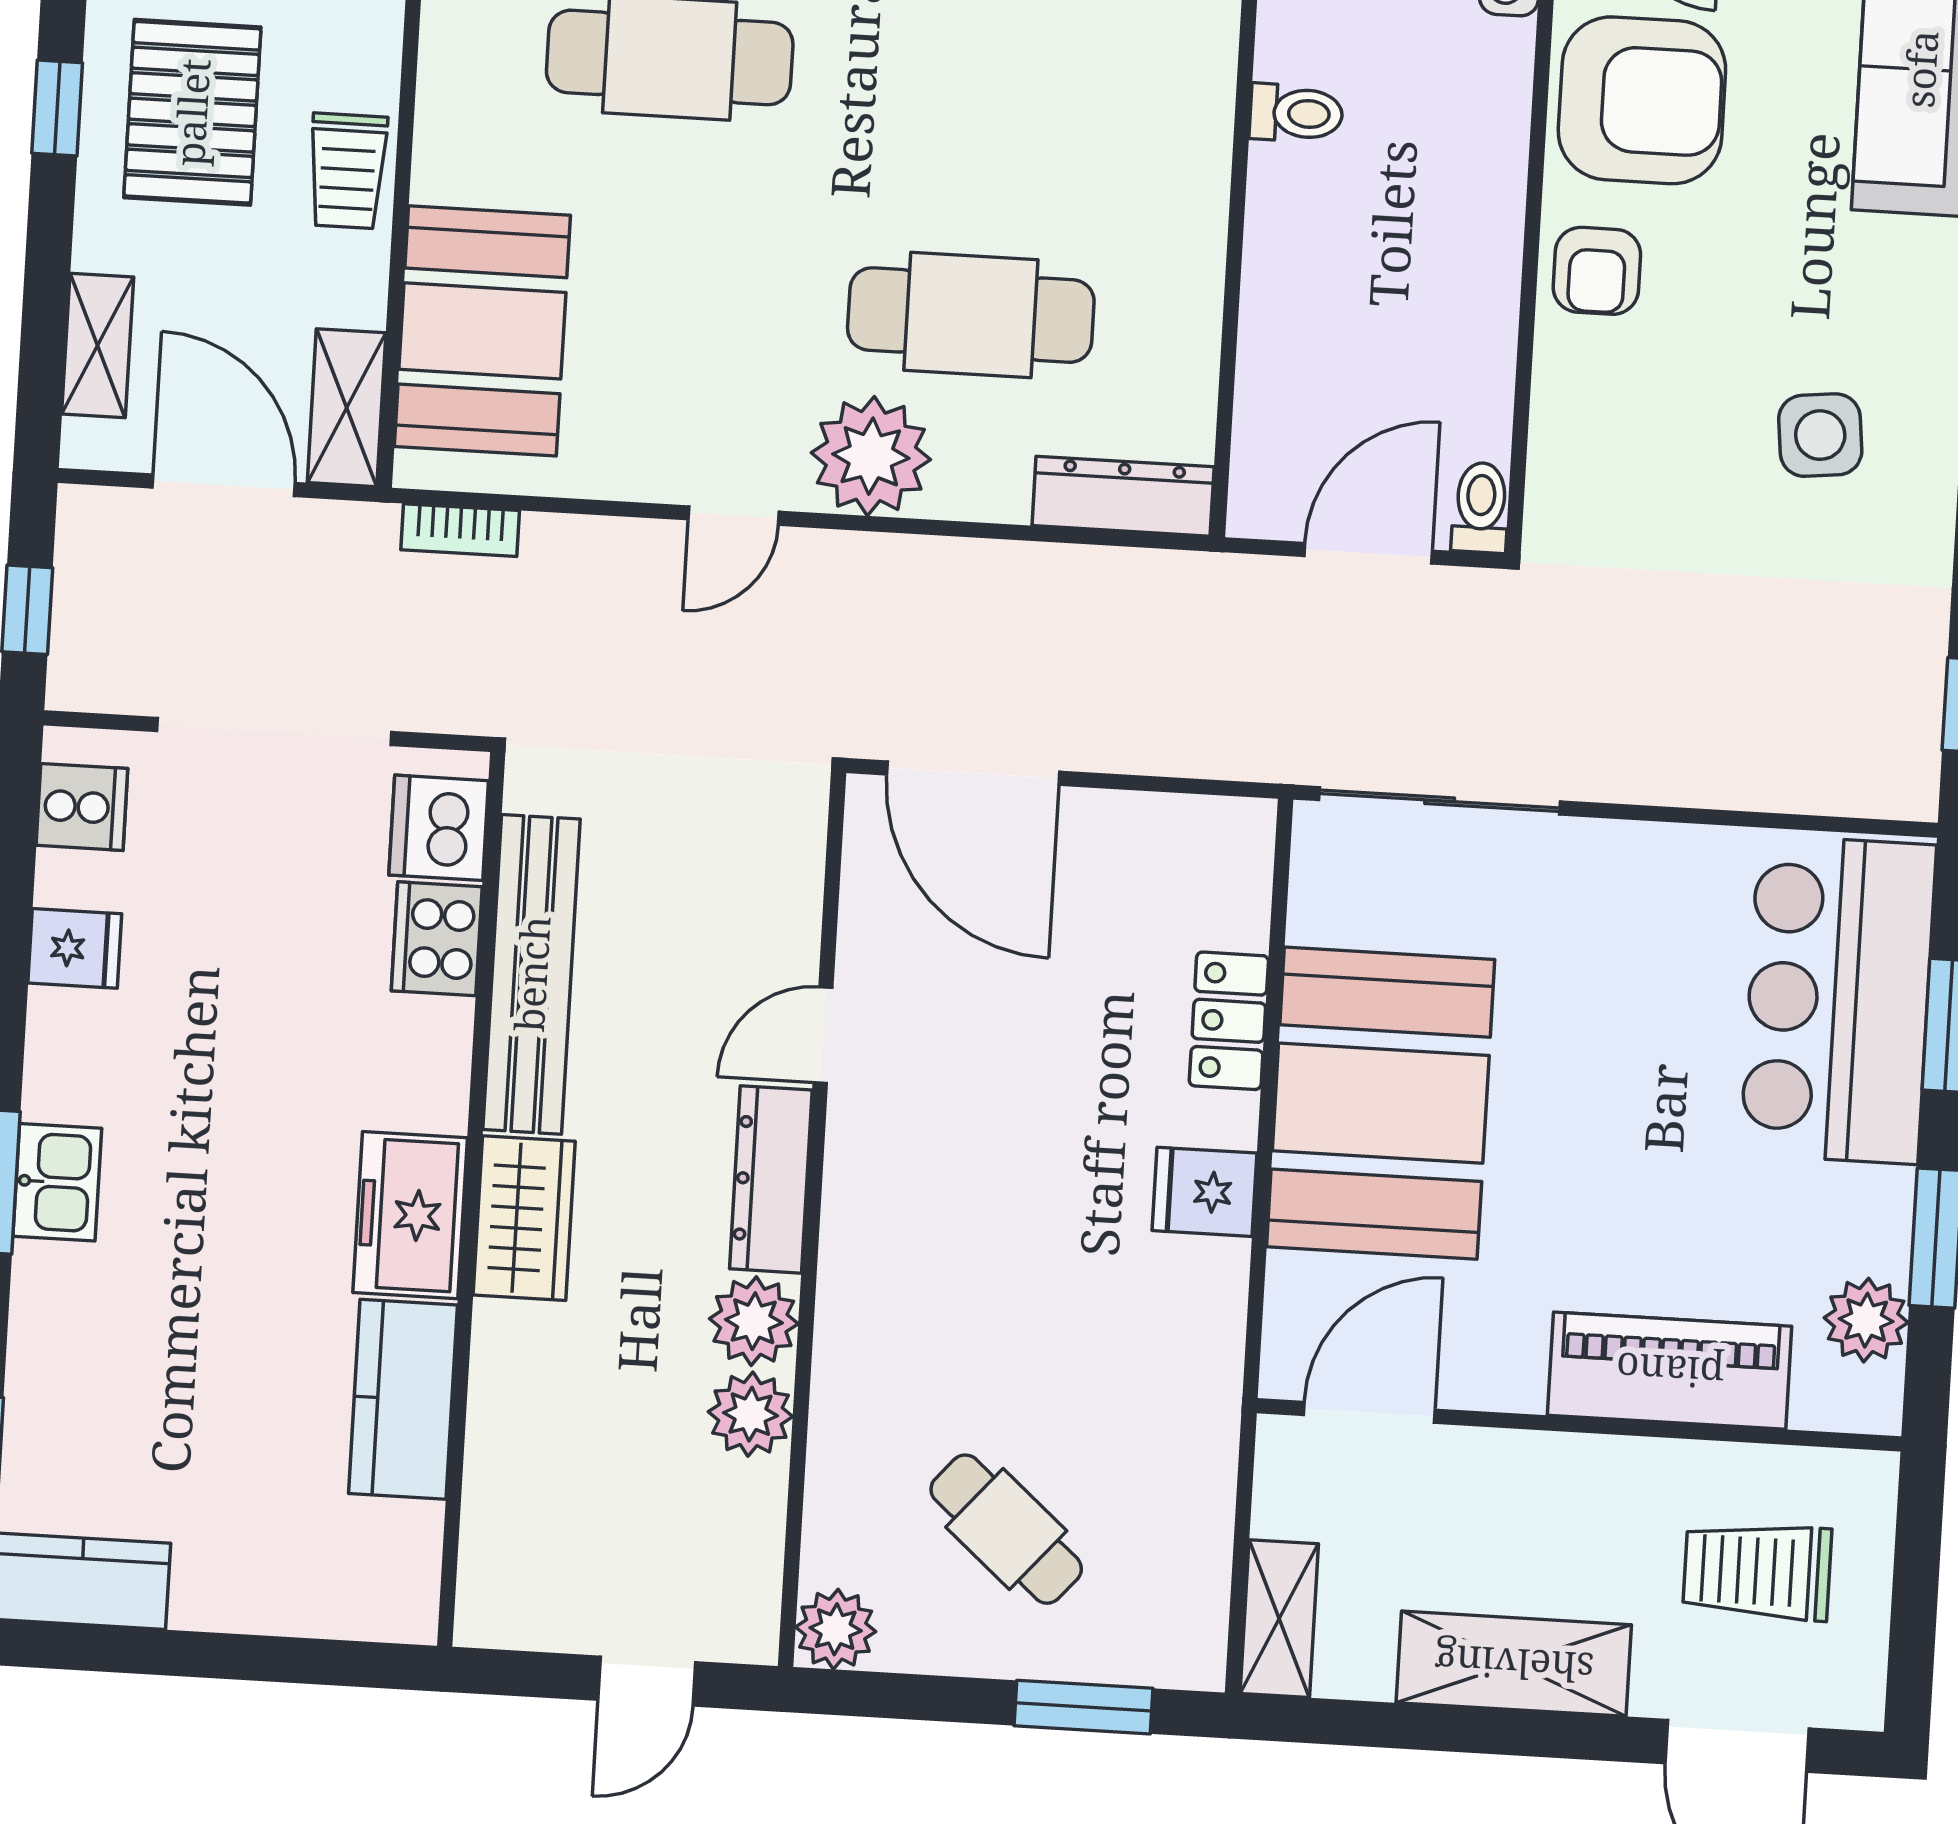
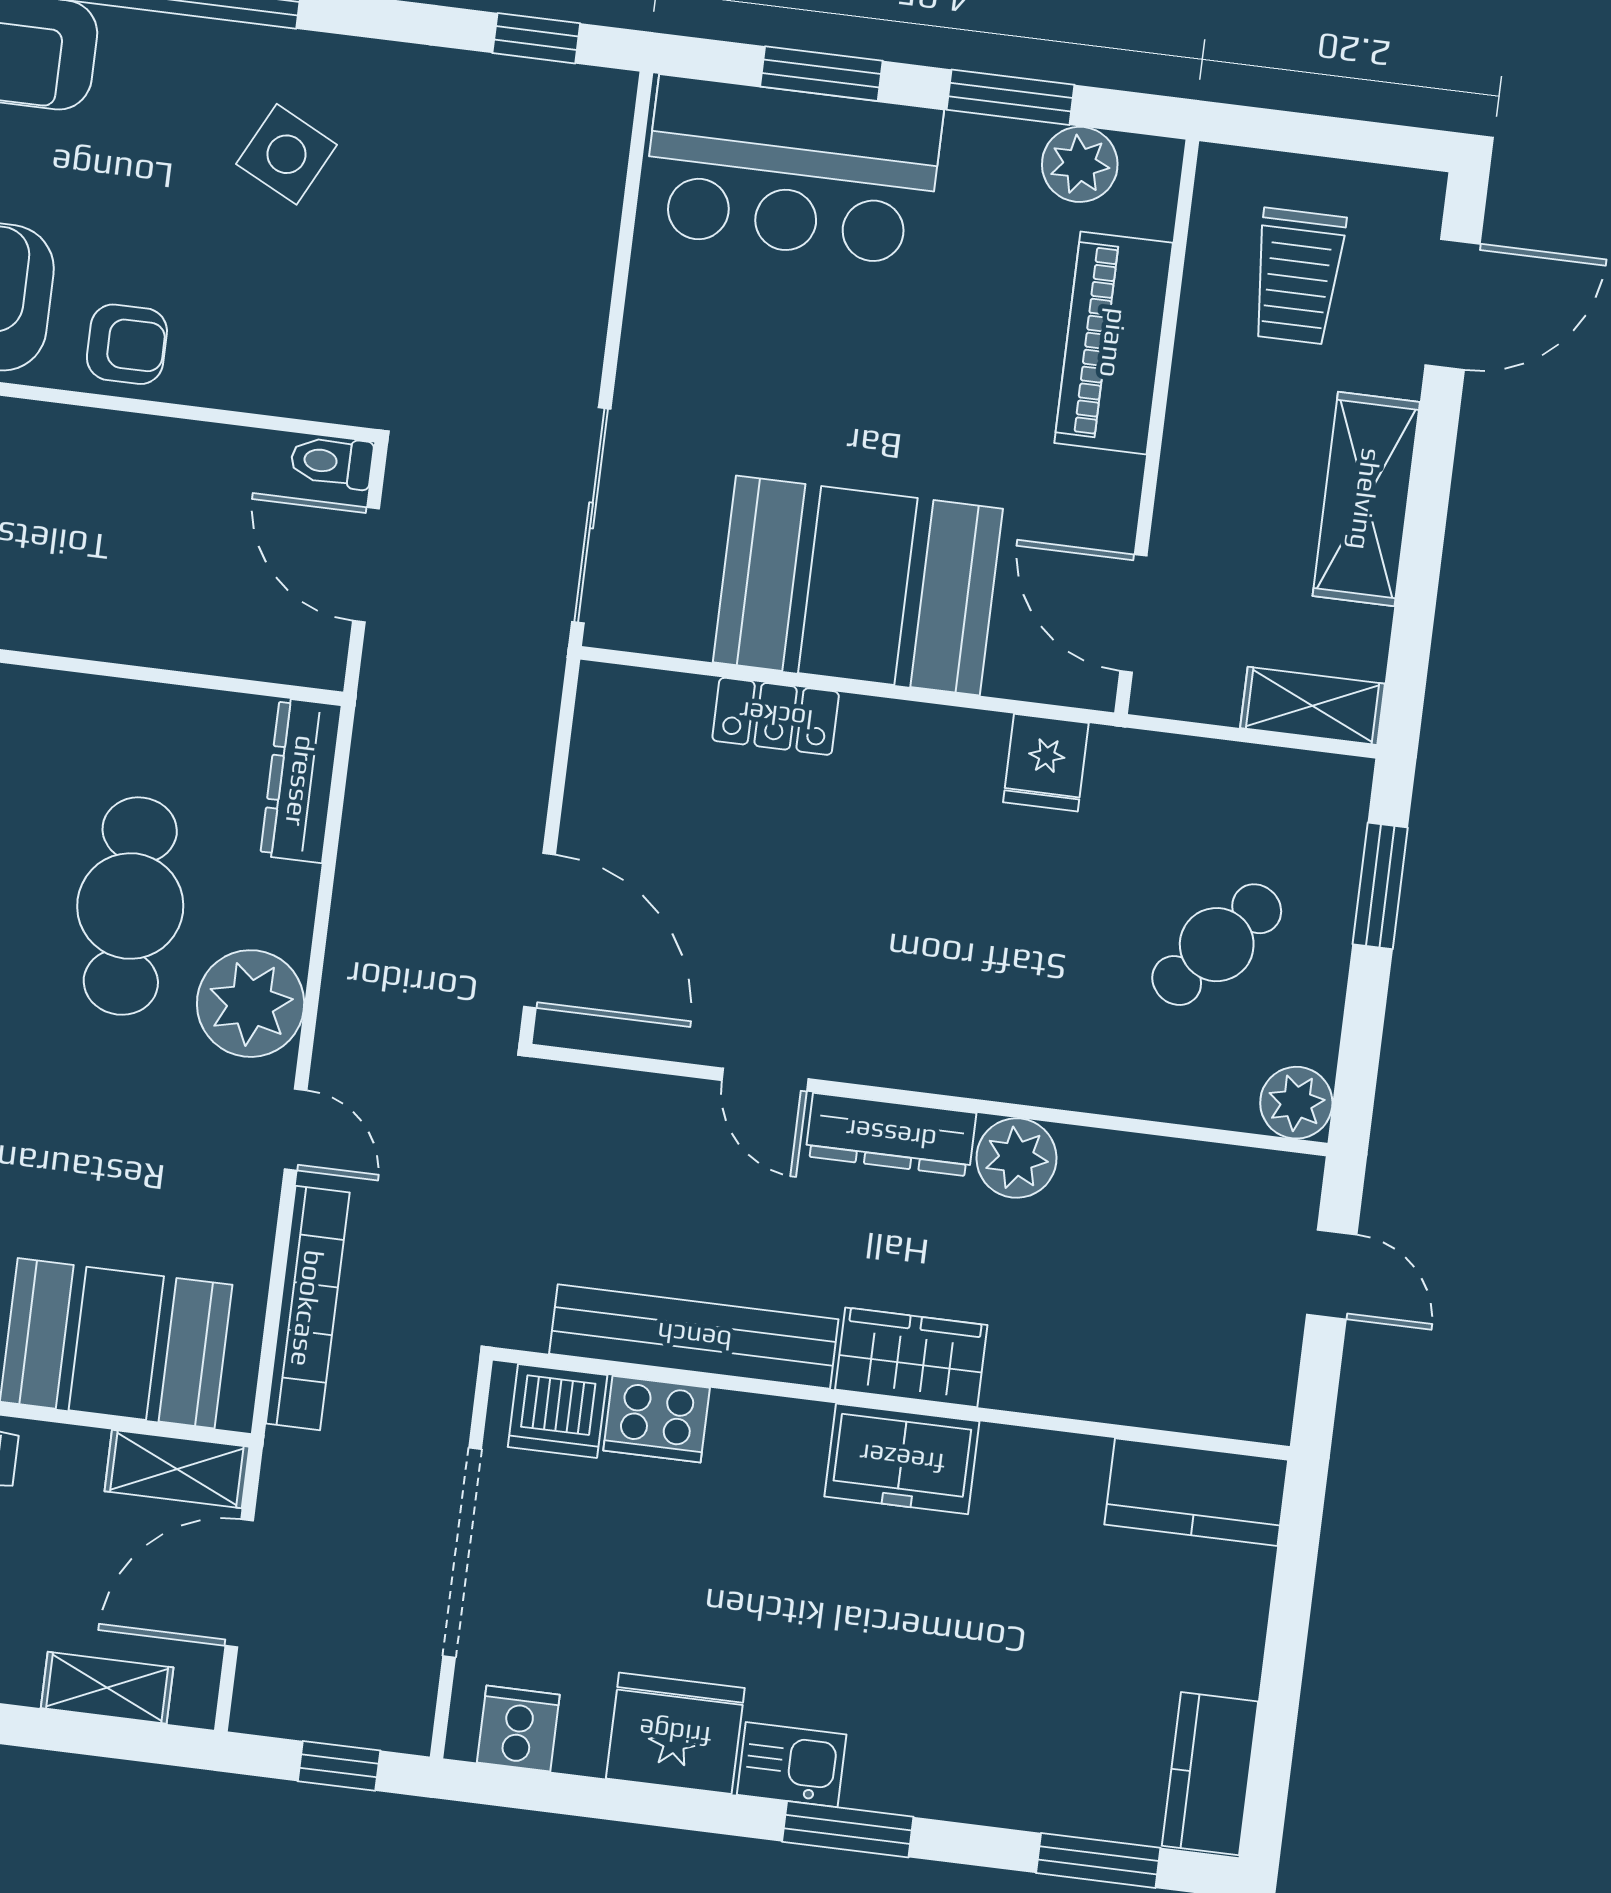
side table: (1820, 435) -> (287, 154), turned 33
bookcase: (460, 530) -> (308, 1308), width x2.31, depth x1.31
door: (973, 773) -> (540, 931), hinge flipped
fridge: (75, 948) -> (675, 1733), width x1.88, depth x1.34
kitchen sink: (57, 1182) -> (792, 1765), moved
fridge: (1205, 1192) -> (1046, 763), moved
kitchen counter: (403, 1399) -> (1196, 1492), moved
plant: (750, 1414) -> (1099, 1166), removed

